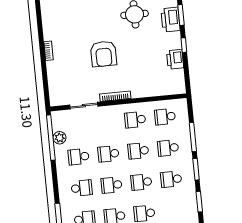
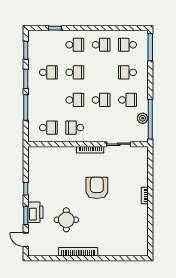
printer: (175, 59) -> (35, 177), removed
school desk: (135, 120) -> (75, 128), turned 180
school desk: (168, 148) -> (48, 100), removed
school desk: (111, 185) -> (101, 72), removed

